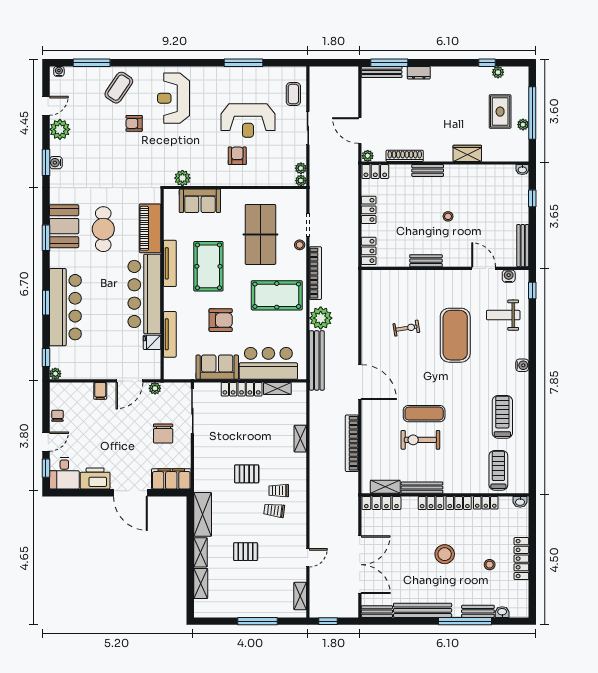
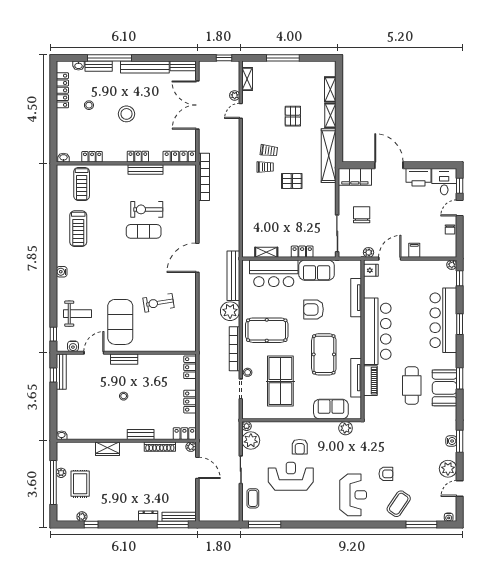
window: (244, 63) -> (265, 525), moved
plant: (301, 168) -> (251, 440), width x1.87, depth x1.87
window: (532, 198) -> (53, 375), moved
piano: (150, 228) -> (370, 381), width x0.73, depth x0.75
bench: (426, 261) -> (124, 359), moved
tv unit: (170, 263) -> (356, 378), moved
door: (484, 268) -> (94, 353), swing flipped
exercise bike: (406, 328) -> (158, 303), width x1.38, depth x1.39
exercise mat: (455, 335) -> (120, 322), moved
fridge: (152, 342) -> (371, 270), moved
door: (360, 382) -> (197, 258), hinge flipped
locker: (242, 389) -> (302, 252), width x0.66
shelving: (300, 439) -> (247, 210), removed
exercise bike: (420, 440) -> (147, 209), turned 180
bookcase: (352, 443) -> (204, 177), moved
shelving: (385, 487) -> (176, 170), removed
locker: (459, 503) -> (115, 157), removed
shelving: (203, 514) -> (329, 156), width x1.47
pallet: (246, 552) -> (293, 116), turned 90
locker: (521, 559) -> (62, 90), moved
plant: (315, 576) -> (235, 95), added

